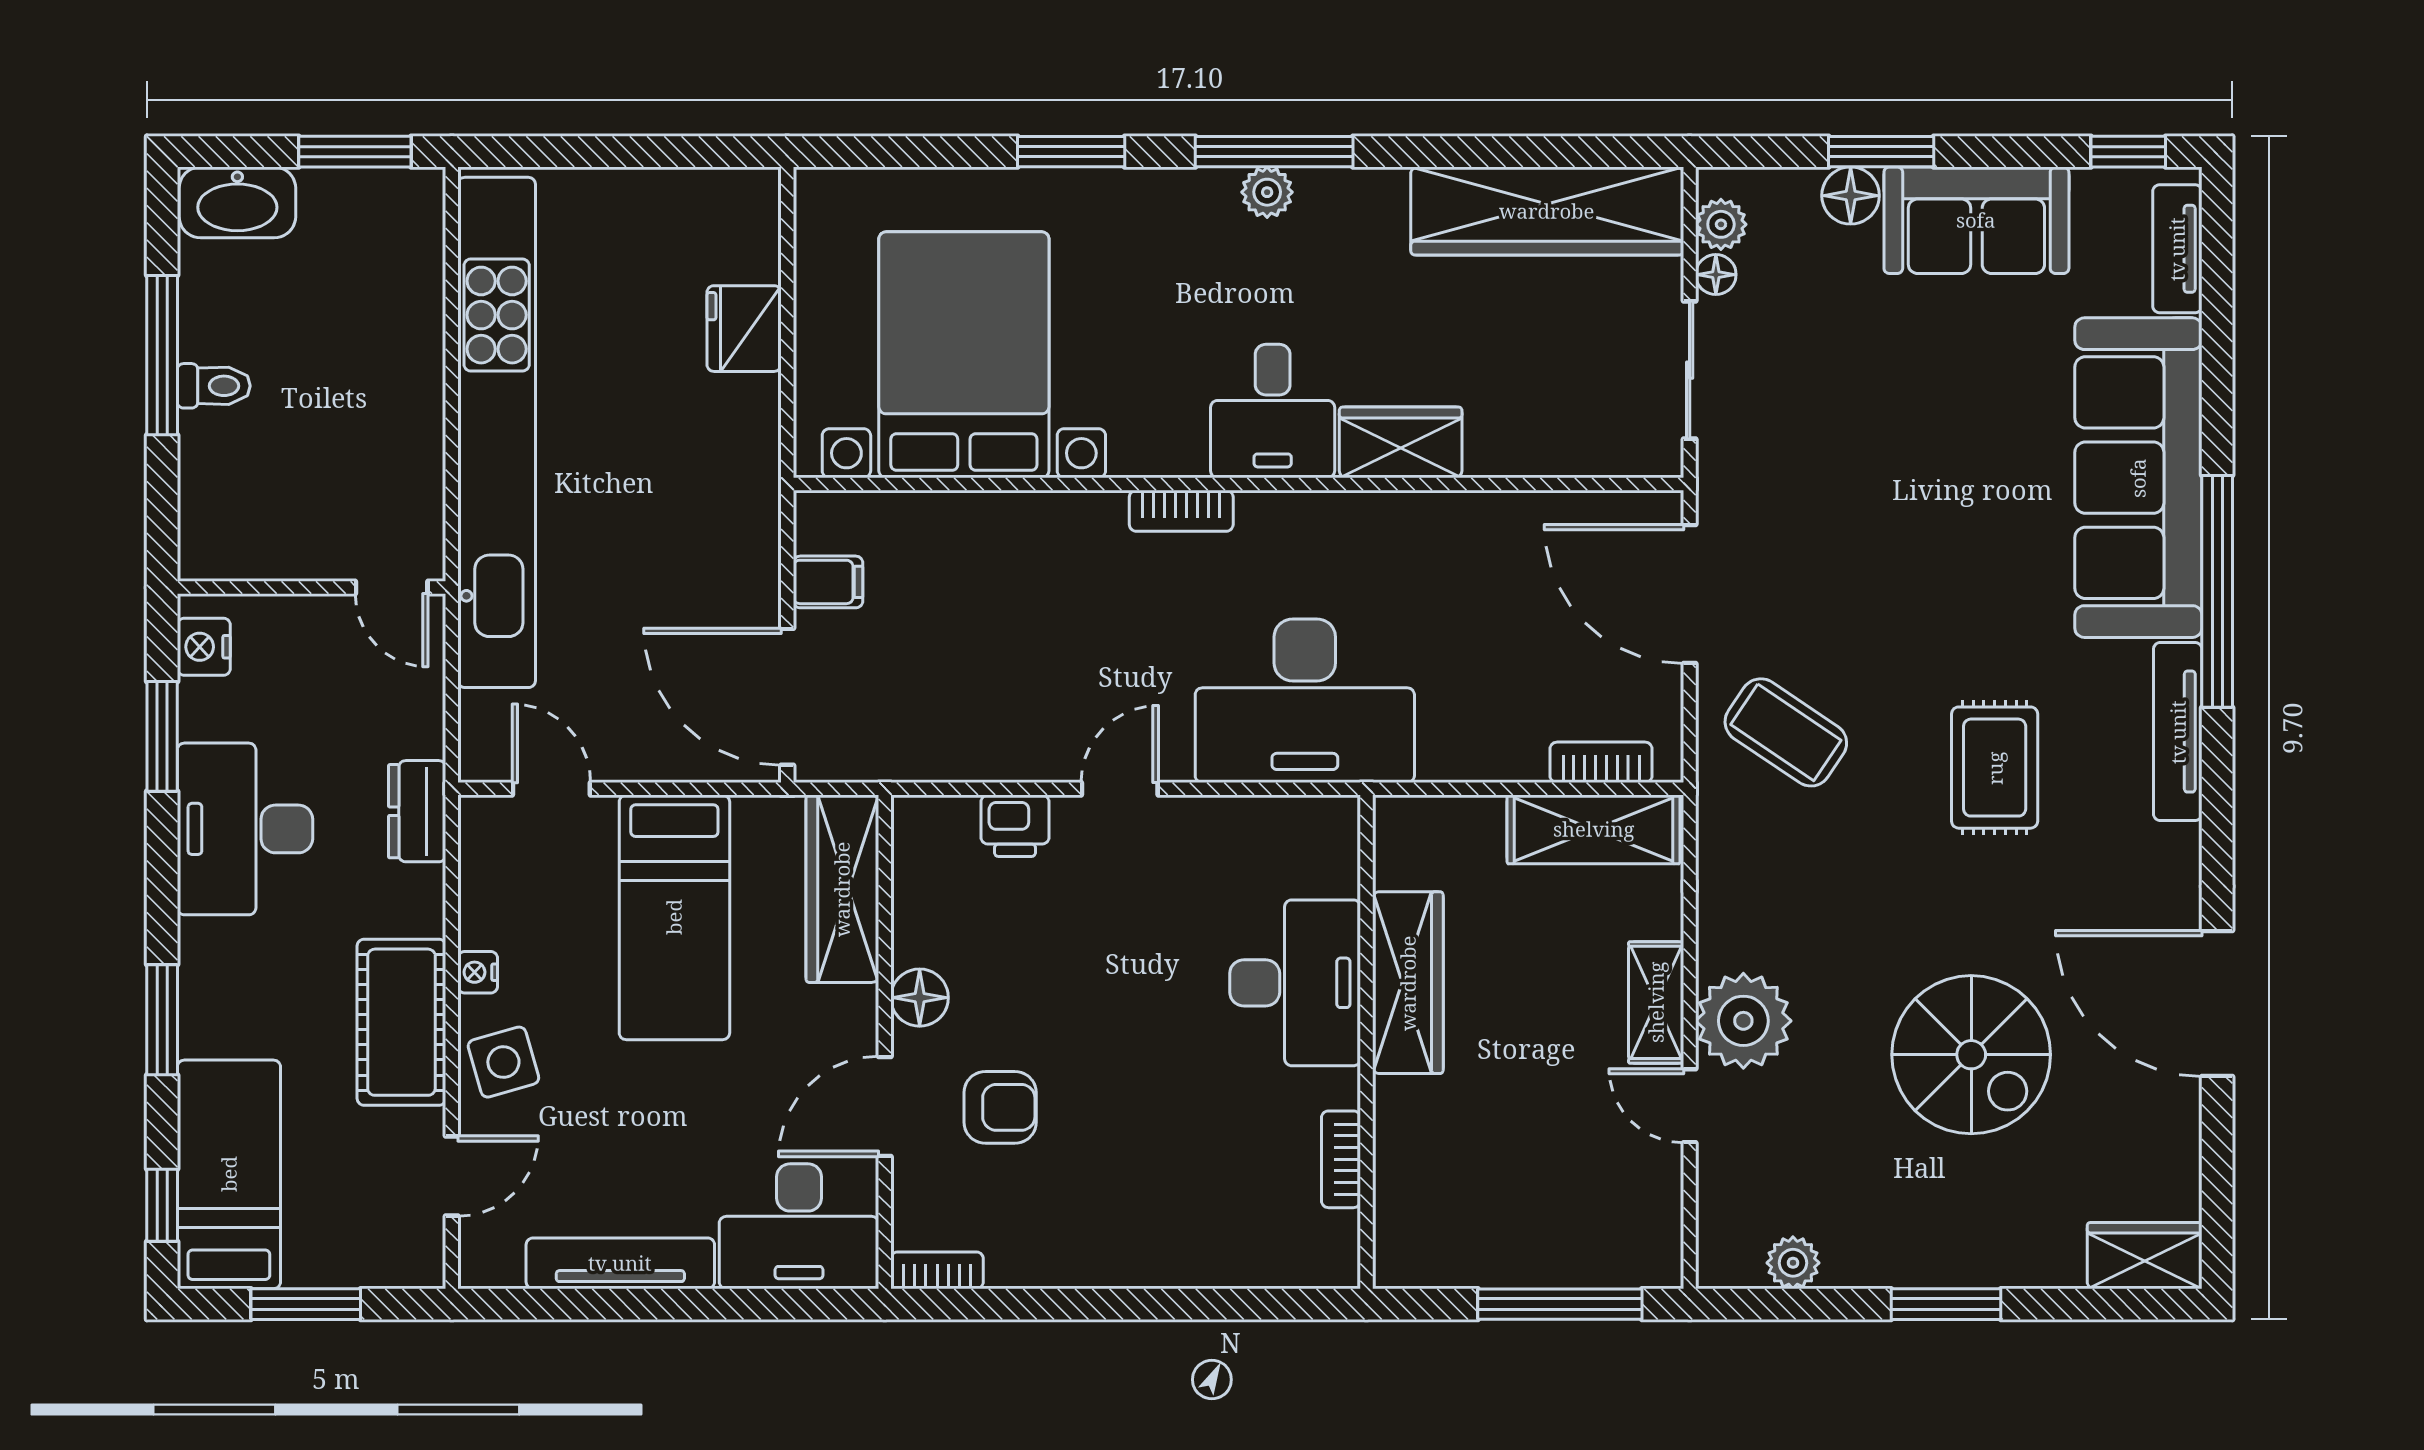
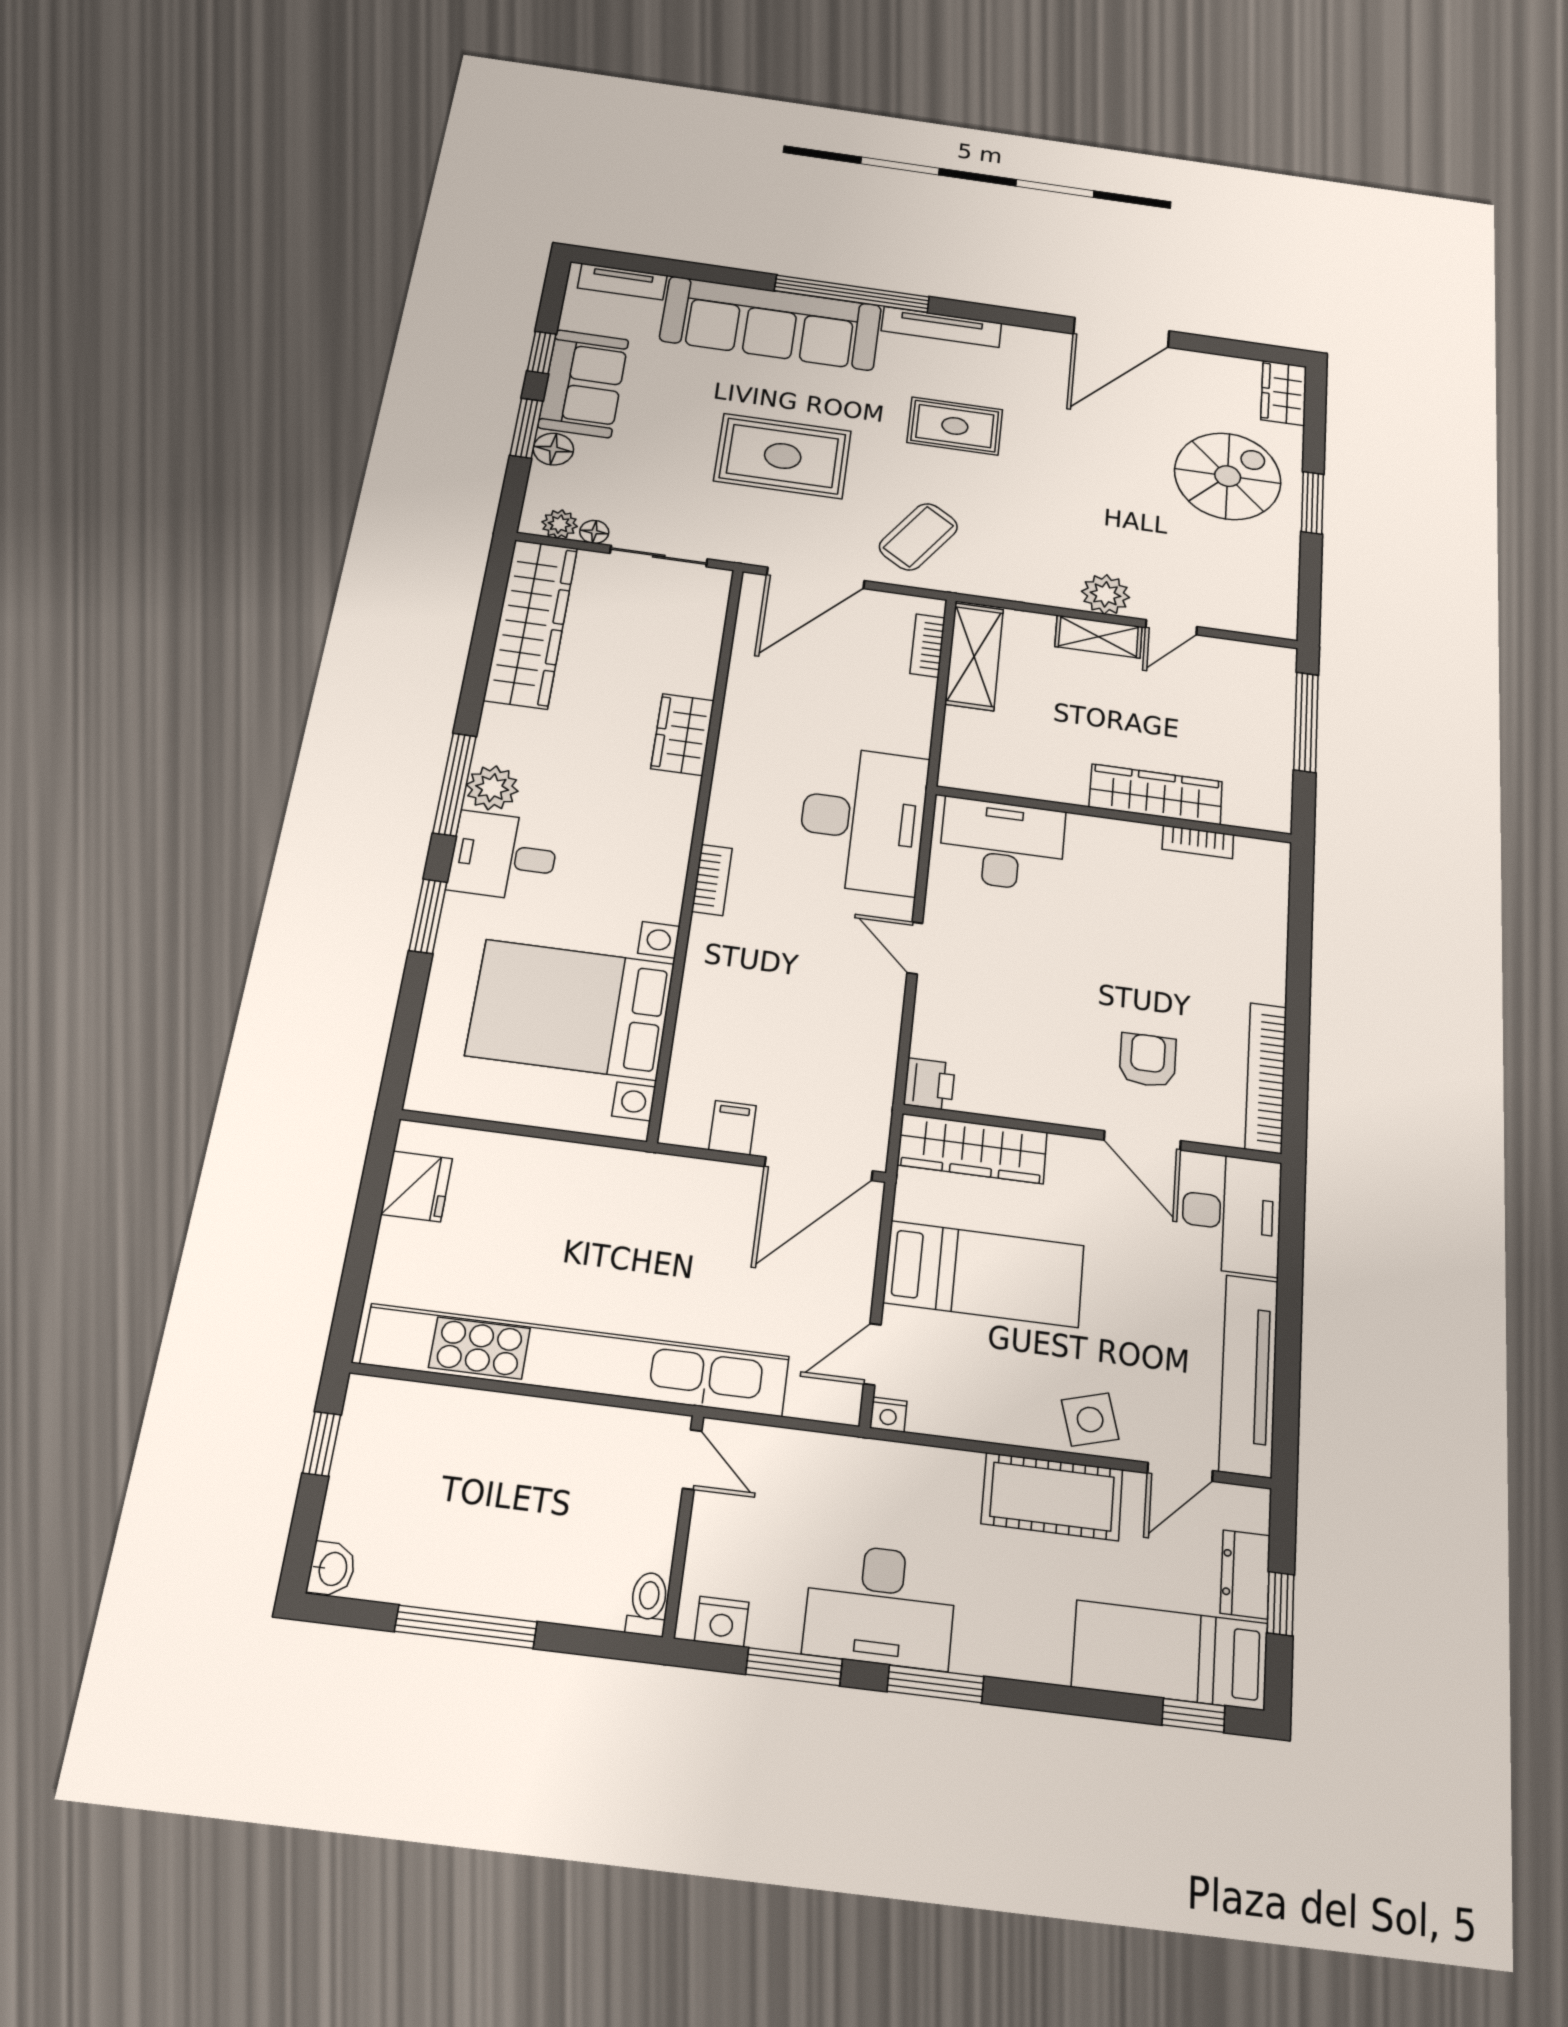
window: (355, 152) -> (322, 1444), width x0.67
window: (2128, 152) -> (542, 352), moved
plant: (1267, 192) -> (492, 788), width x1.38, depth x1.38
washbasin: (237, 202) -> (332, 1569), width x0.52, depth x0.69
fridge: (744, 329) -> (417, 1186), moved, turned -90
toilet: (214, 386) -> (648, 1604), moved
desk: (1273, 411) -> (504, 856), moved, turned 180
rug: (1896, 523) -> (783, 456), added
door: (392, 588) -> (692, 1460), hinge flipped
dresser: (417, 811) -> (1245, 1574), moved, turned 90
printer: (1015, 826) -> (929, 1084), moved
nightstand: (478, 972) -> (888, 1415), moved
desk: (1295, 983) -> (1002, 845), moved
wardrobe: (1408, 983) -> (1156, 794), moved
floor lamp: (920, 998) -> (1061, 1105), removed
window: (162, 1020) -> (935, 1684), moved
plant: (1743, 1021) -> (1105, 594), width x0.73, depth x0.73
spiral stairs: (1971, 1055) -> (1228, 476), moved
door: (452, 1176) -> (1180, 1472), swing flipped
tv unit: (620, 1263) -> (1249, 1375), width x1.36, depth x1.29
plant: (1793, 1263) -> (1282, 583), removed
bookcase: (937, 1270) -> (1266, 1078), width x2.31, depth x1.31
window: (306, 1304) -> (1281, 1604), width x0.67

